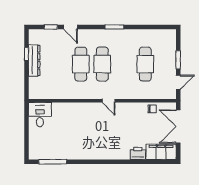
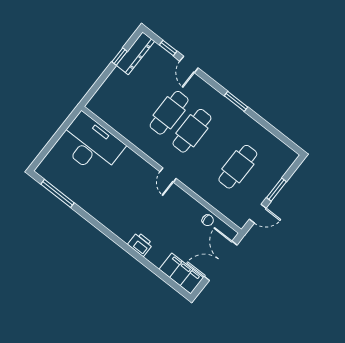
dresser: (34, 60) -> (135, 53), moved
desk: (40, 115) -> (91, 145), width x1.87, depth x1.30
printer: (138, 153) -> (140, 244), moved

